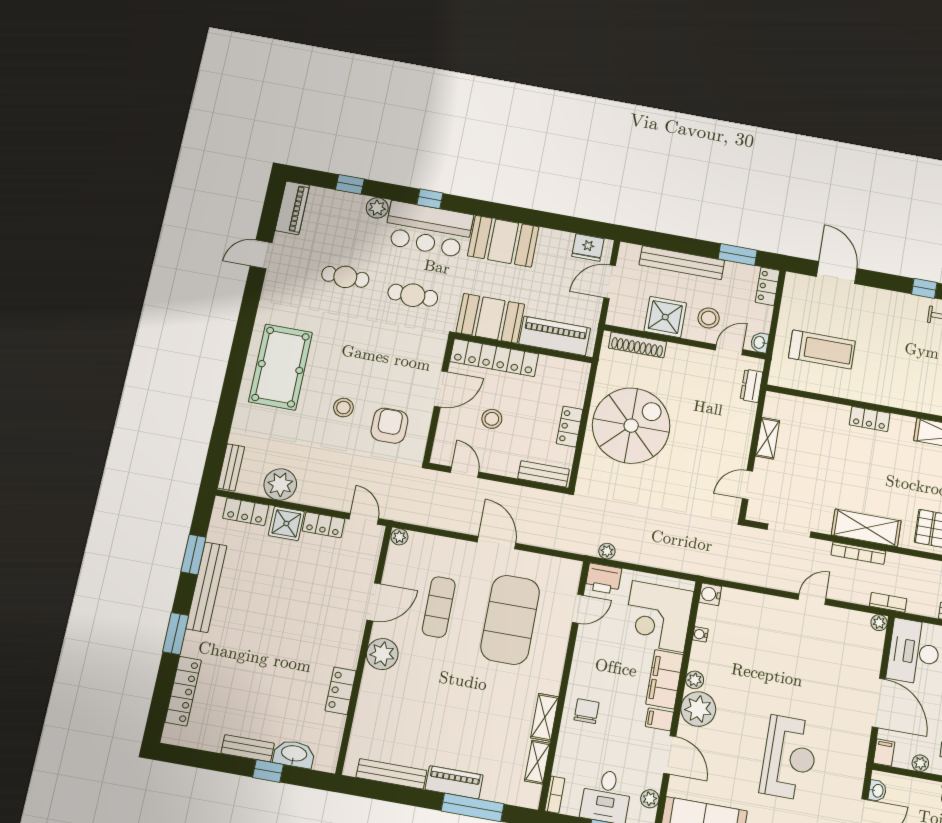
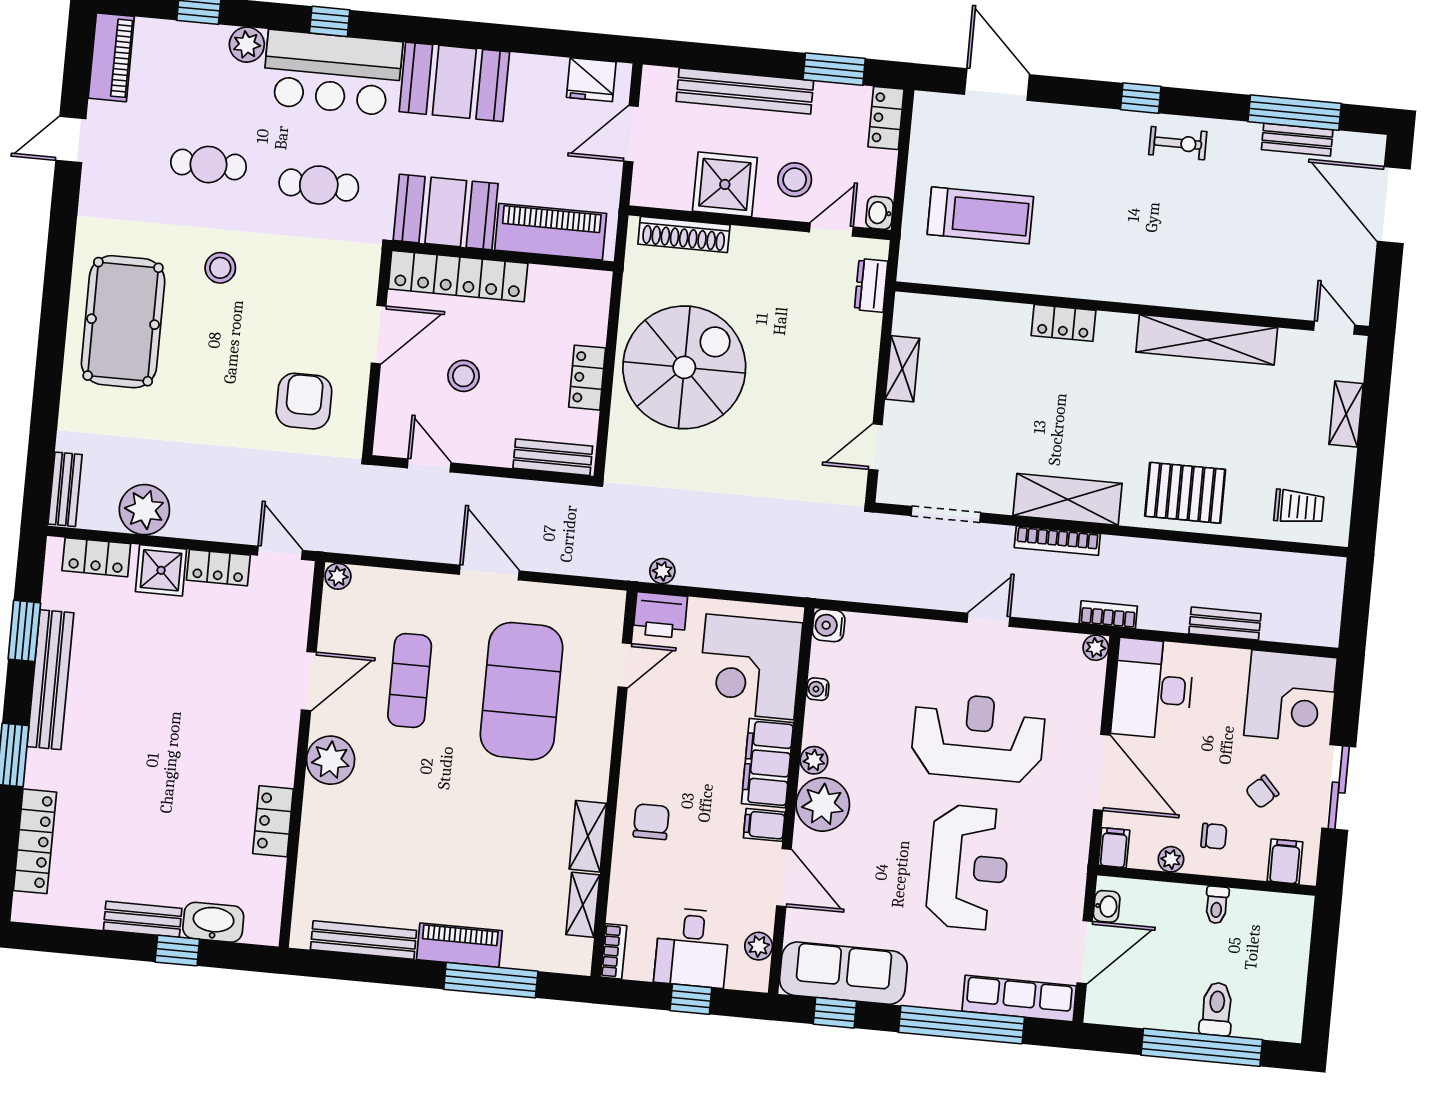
stool: (343, 408) -> (220, 268), moved
reception desk: (801, 674) -> (978, 737), added

